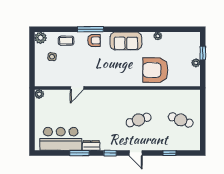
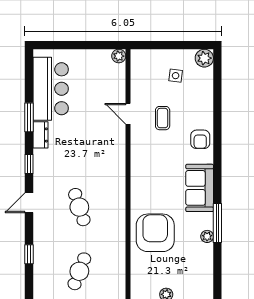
window: (90, 29) -> (217, 223), moved
coffee table: (66, 41) -> (163, 118), moved

